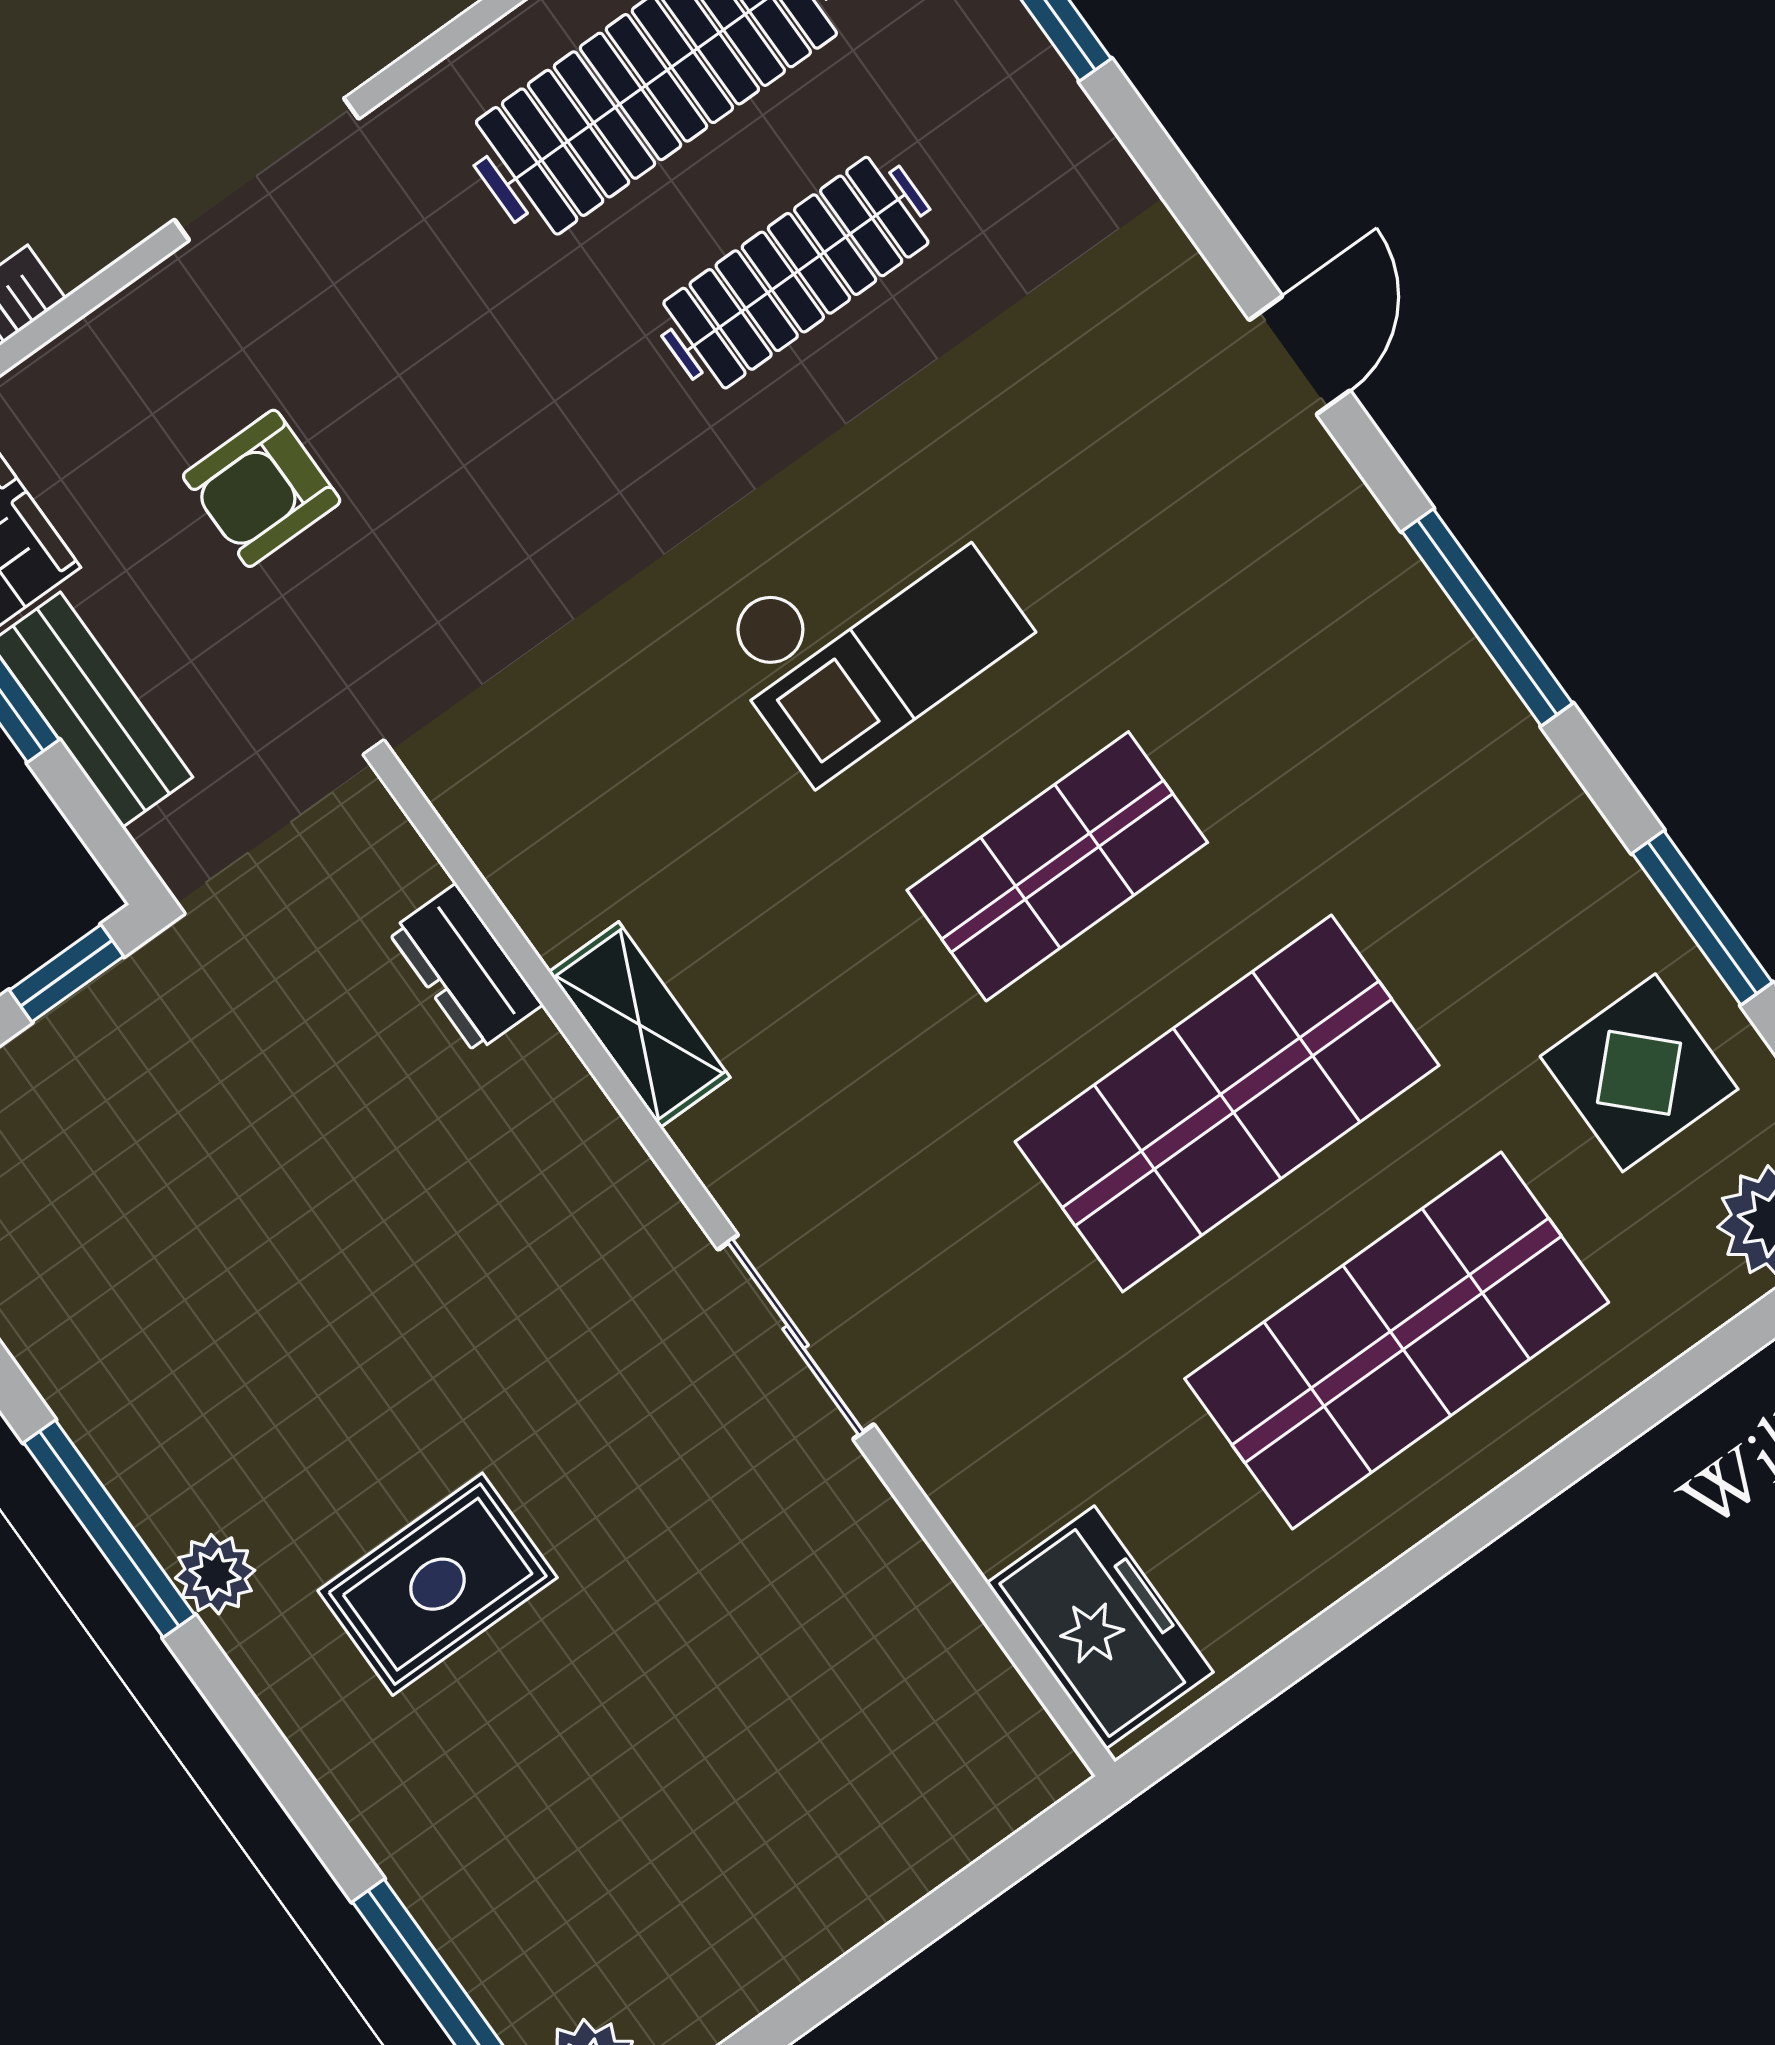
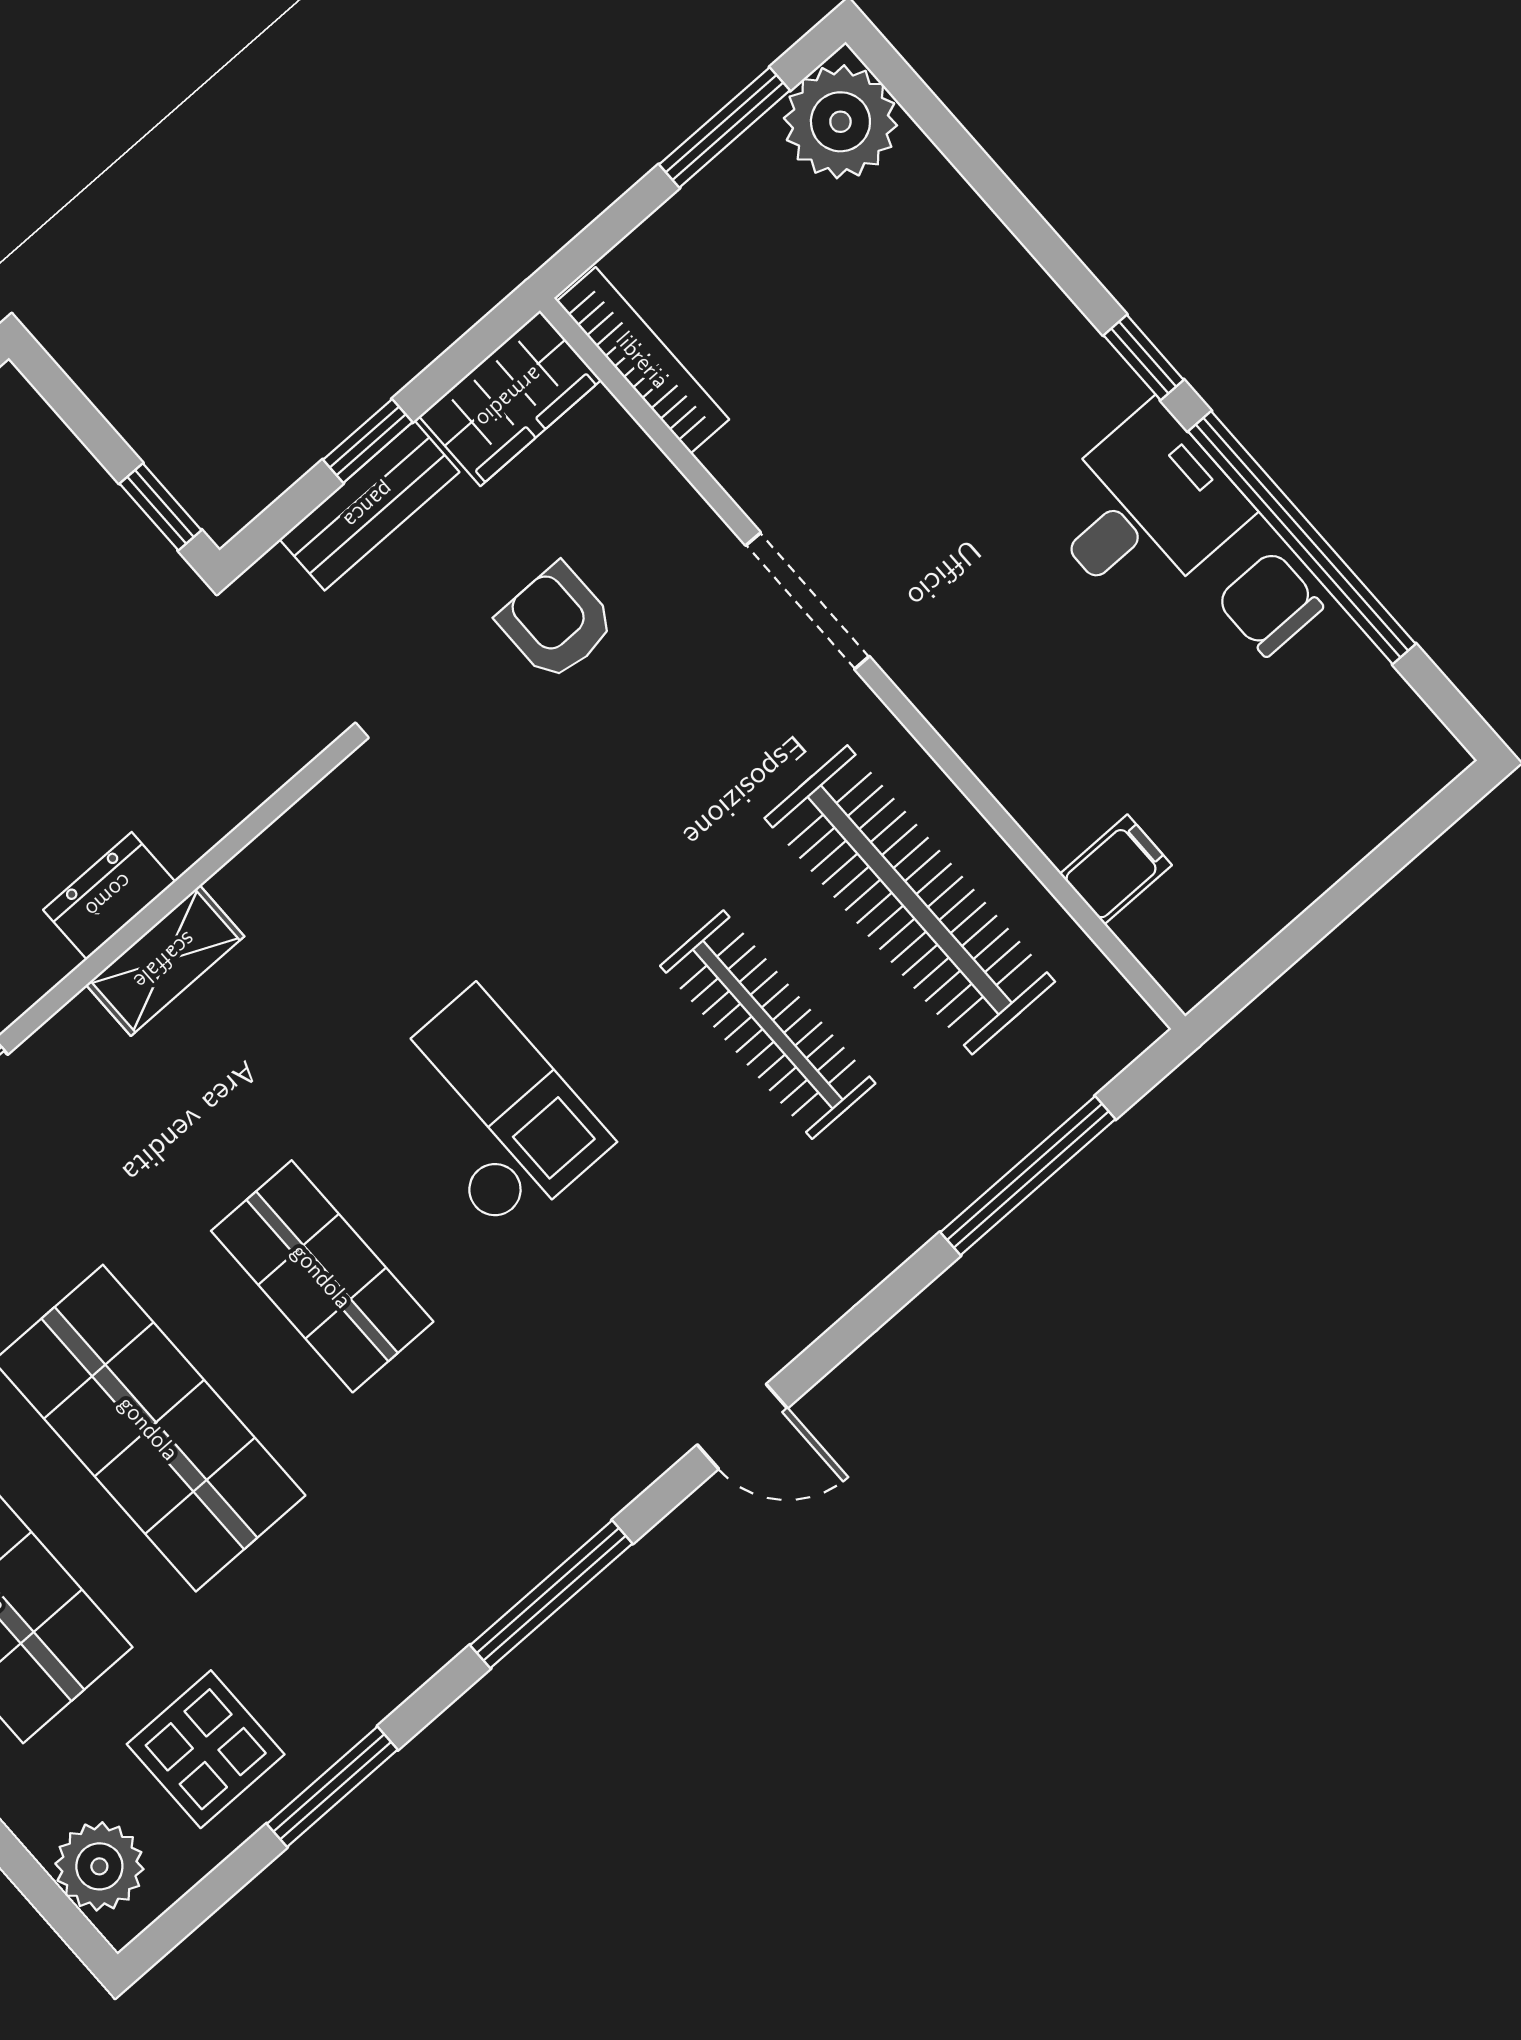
checkout: (870, 634) -> (490, 1111), turned 180
dresser: (465, 968) -> (109, 896), moved

